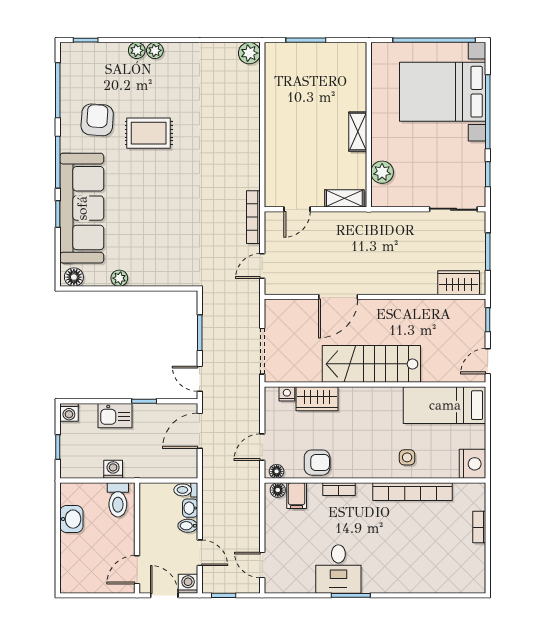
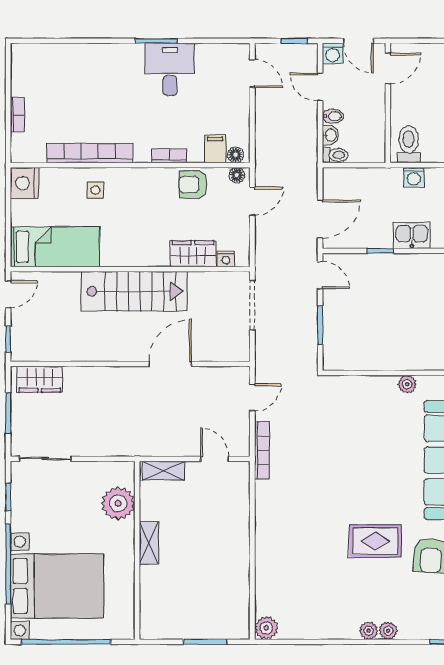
plant: (382, 172) -> (118, 503), width x1.36, depth x1.36
door: (297, 209) -> (215, 459), hinge flipped

